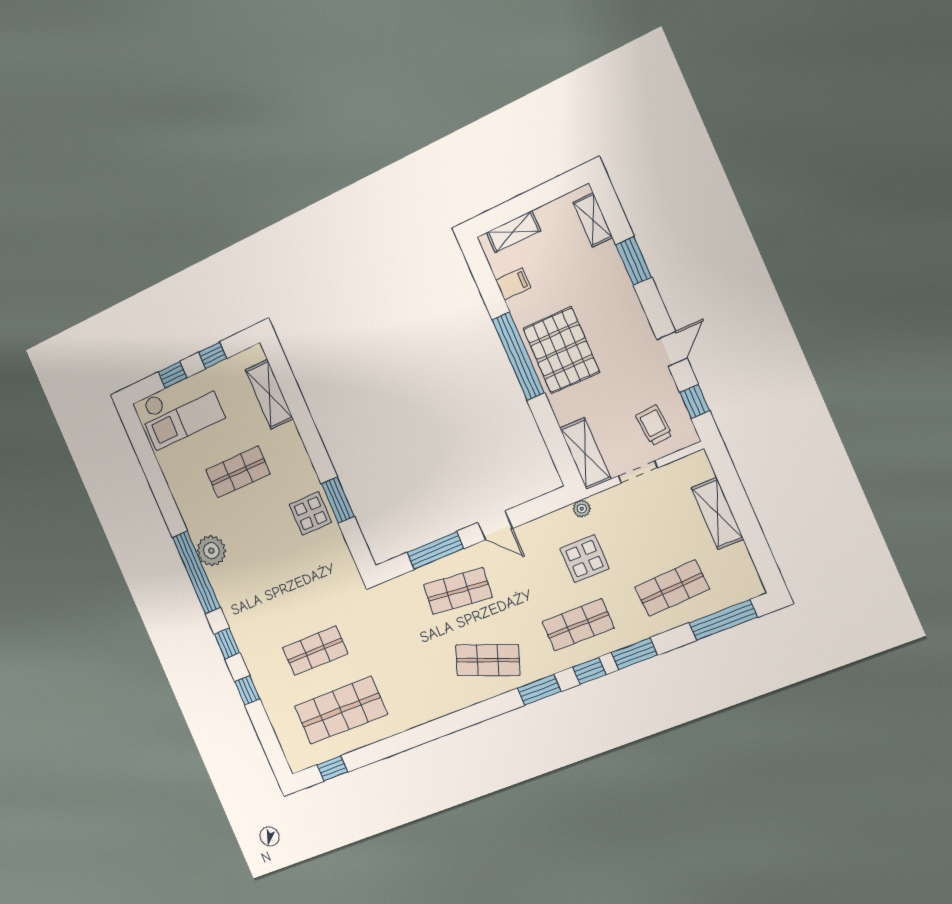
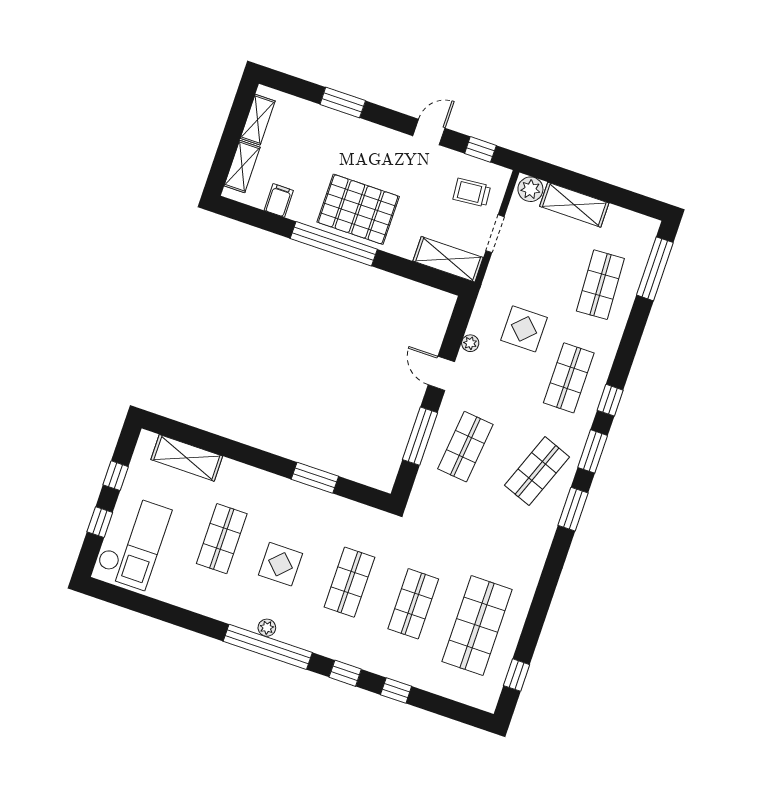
shelving: (593, 220) -> (258, 120), moved, turned 90
door: (672, 349) -> (429, 132), hinge flipped
plant: (698, 469) -> (530, 189), added
plant: (582, 509) -> (470, 343), moved
display table: (310, 513) -> (281, 564), moved
door: (495, 525) -> (441, 373), swing flipped
plant: (211, 551) -> (267, 628), width x0.53, depth x0.53
shop shelf: (289, 591) -> (349, 582), added
window: (634, 654) -> (573, 509), moved

